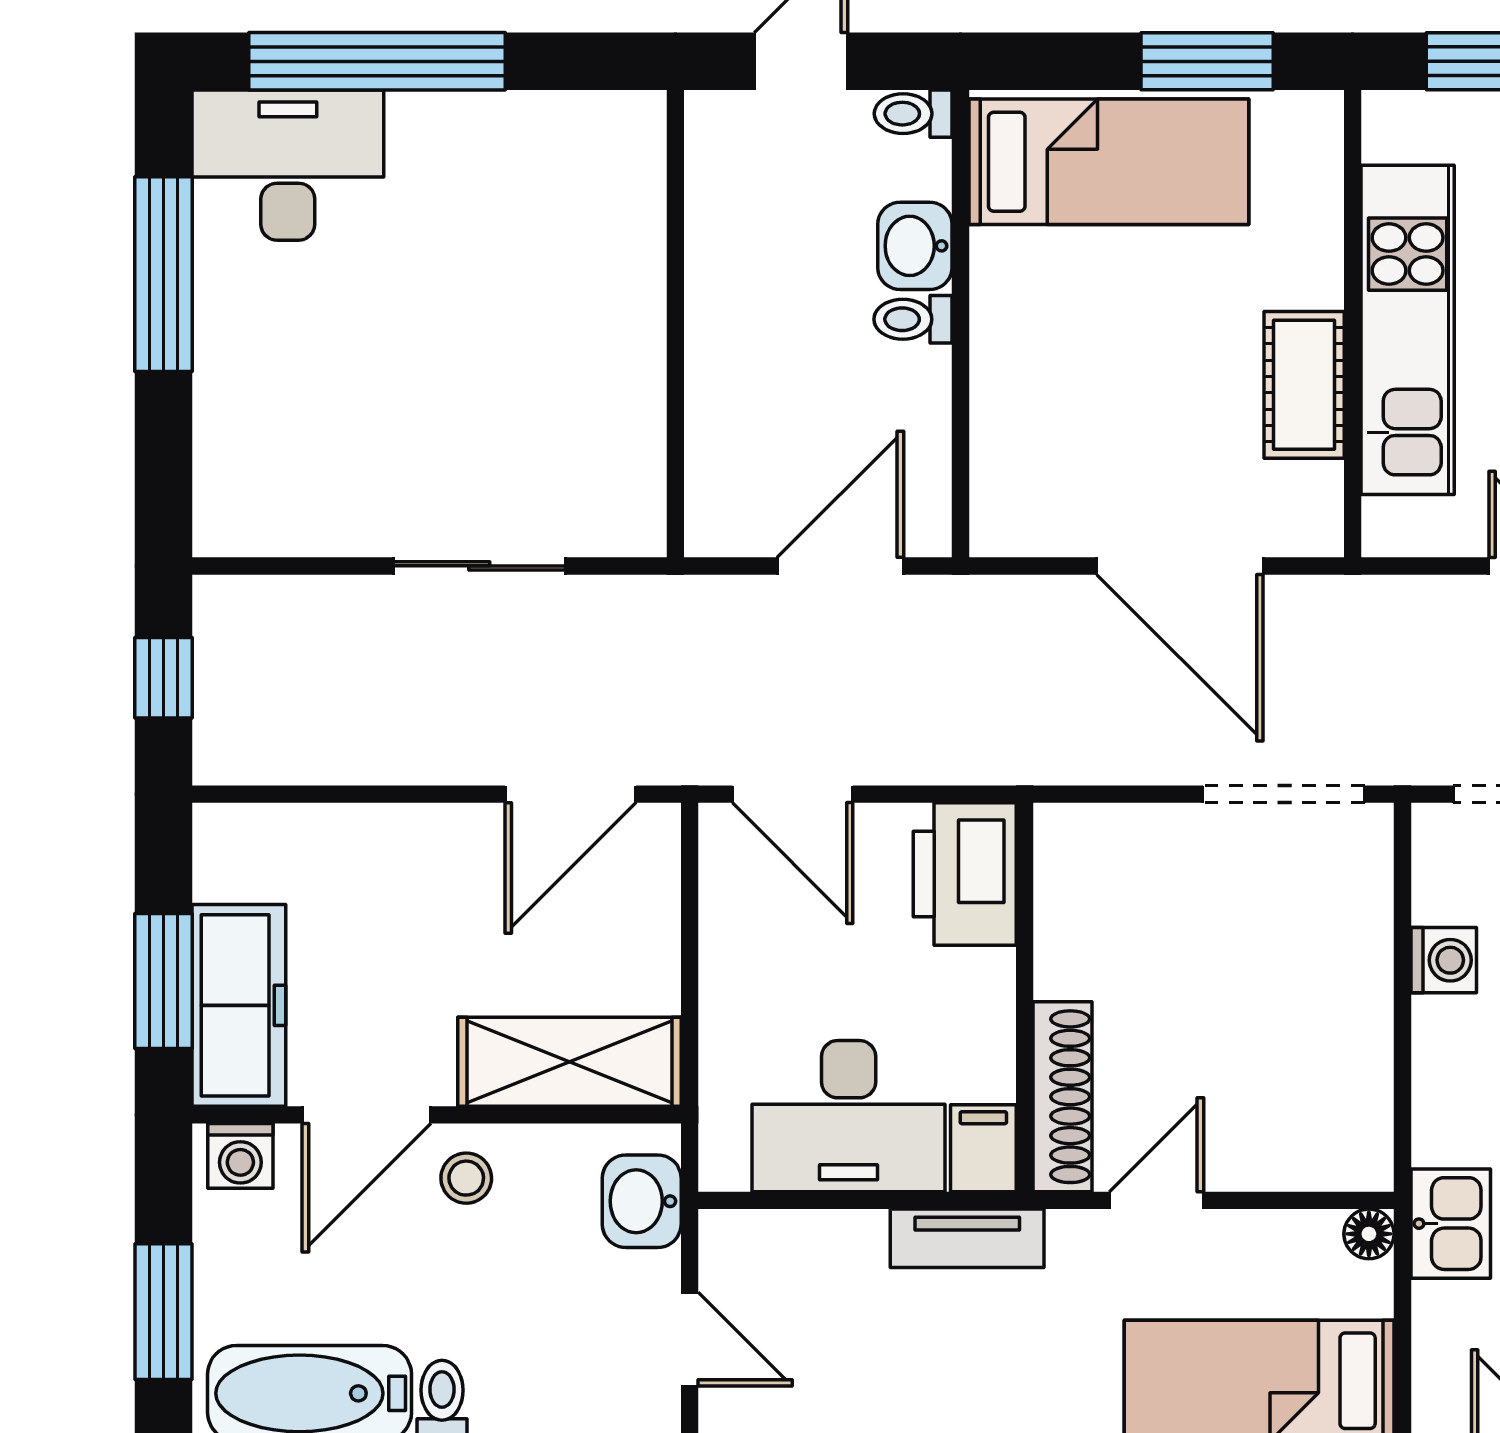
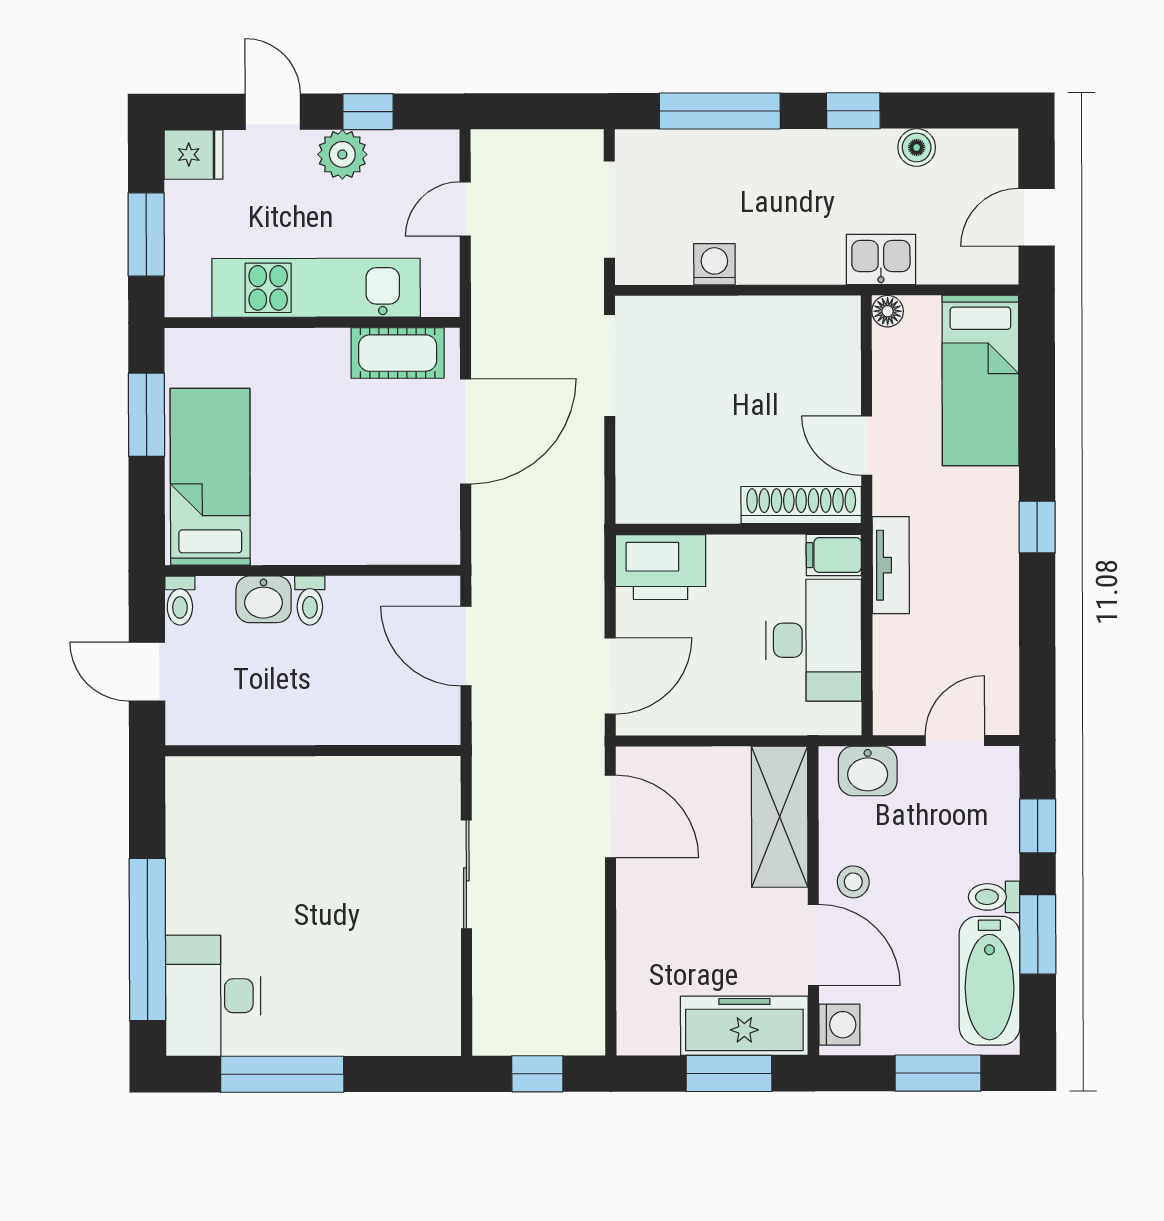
cot: (1304, 385) -> (398, 353), moved

